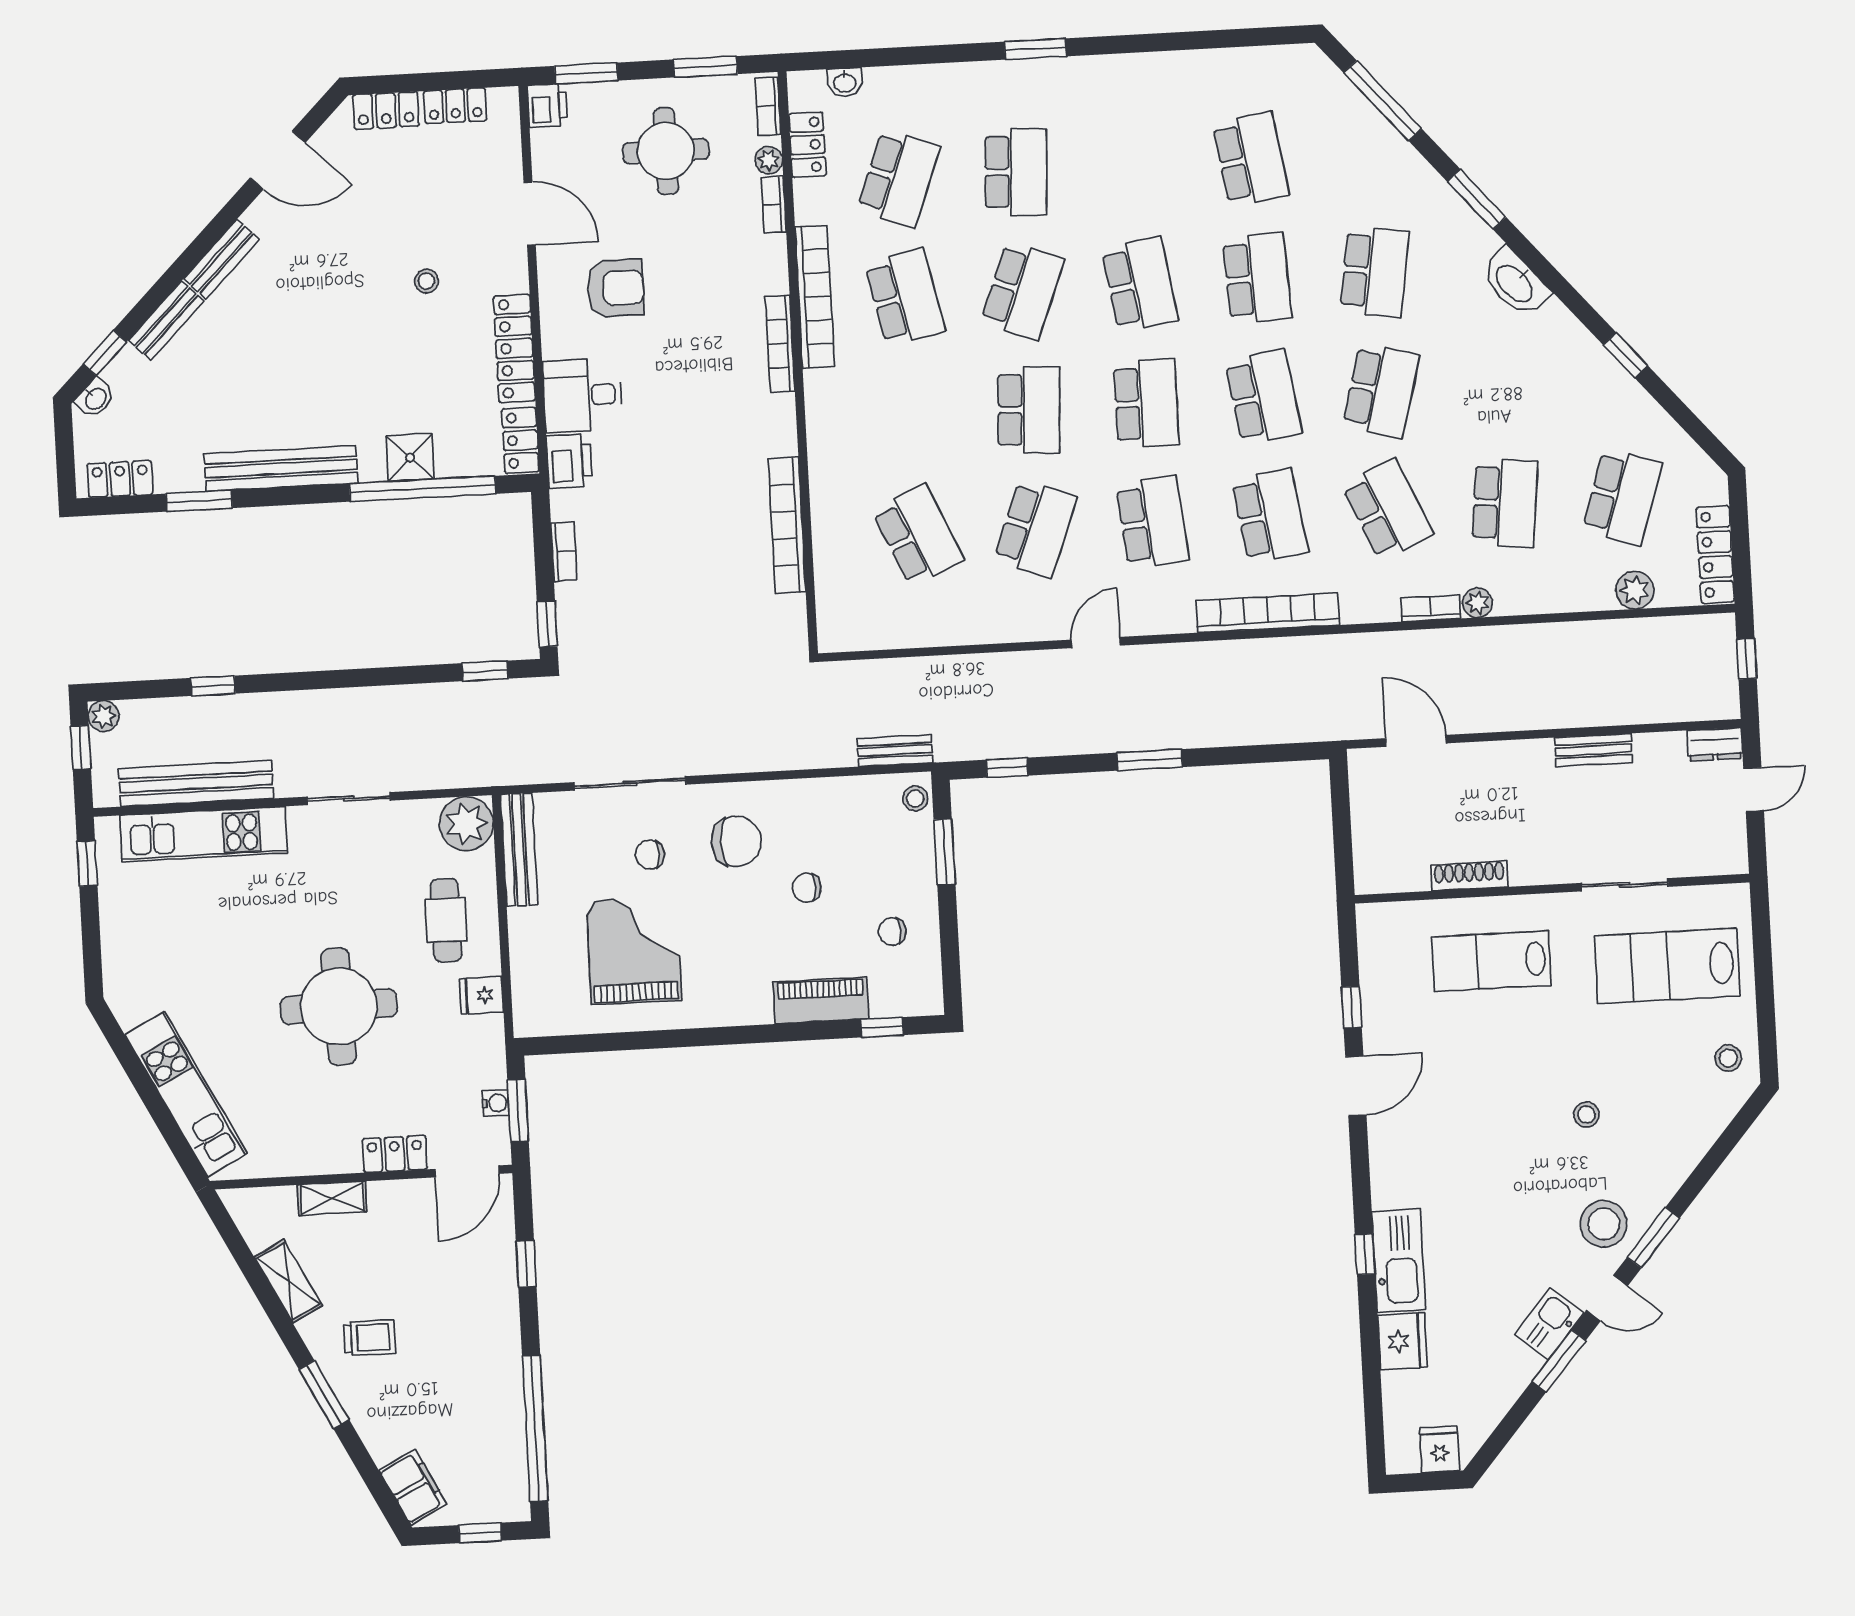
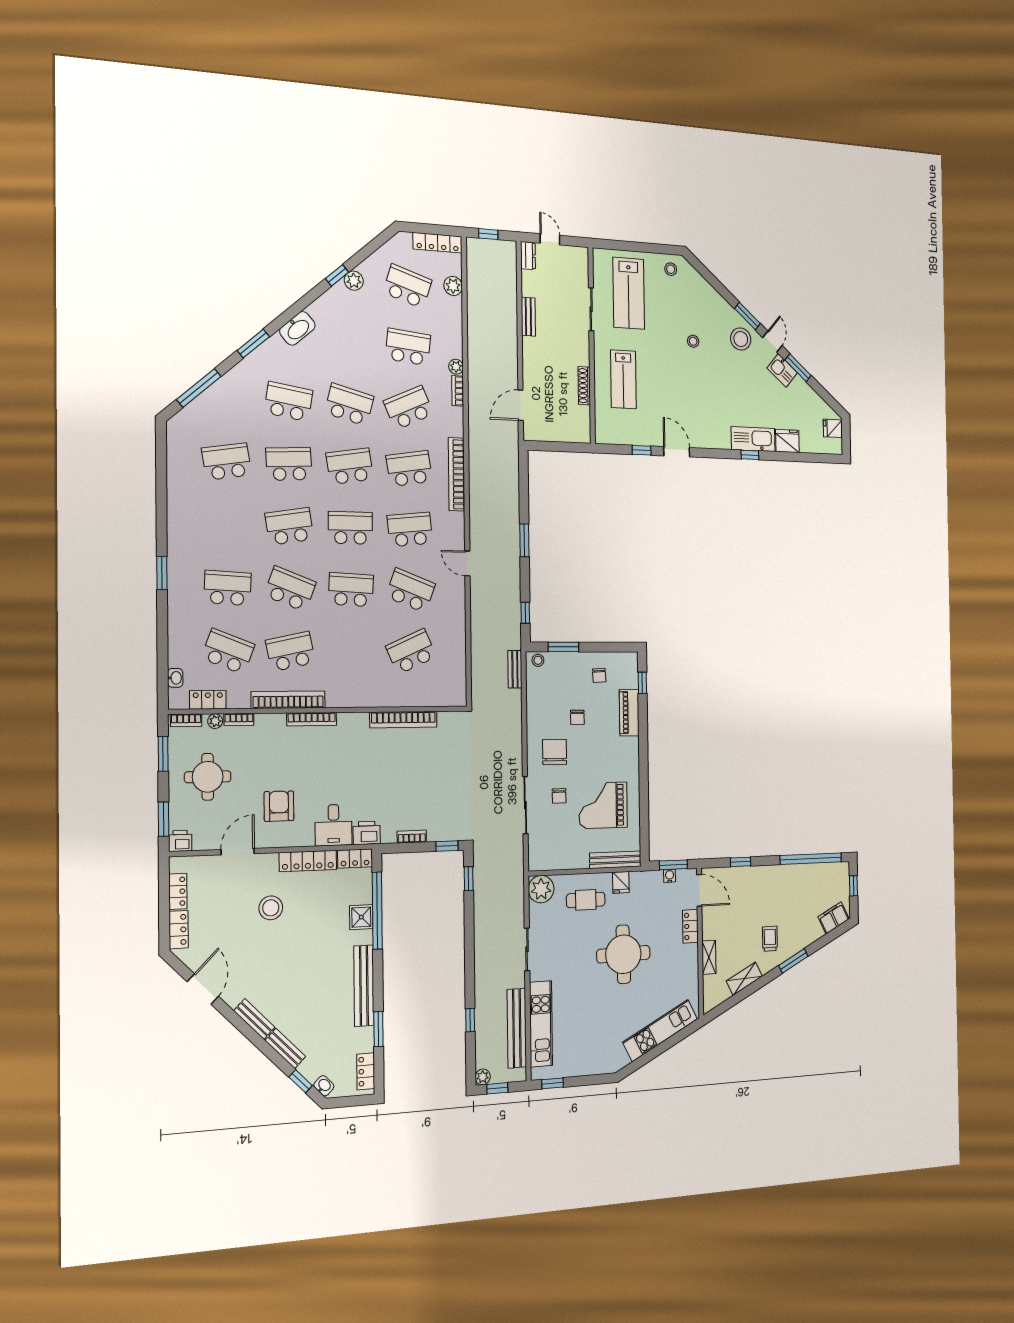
stool: (426, 281) -> (271, 908), width x1.89, depth x1.89
plant: (1620, 389) -> (354, 281), added
bench: (519, 850) -> (615, 860), moved

